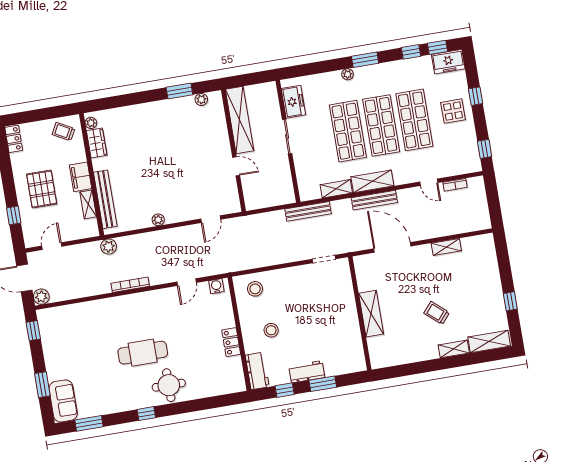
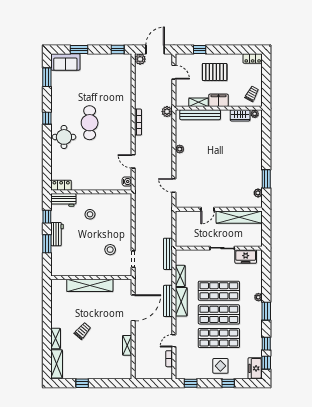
stool: (255, 289) -> (110, 250), moved
shelving: (371, 314) -> (90, 285), width x1.47
locker: (231, 342) -> (61, 185), moved

